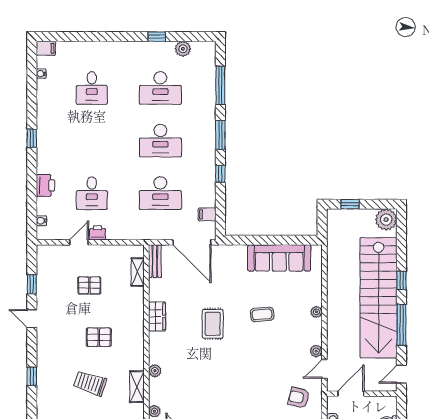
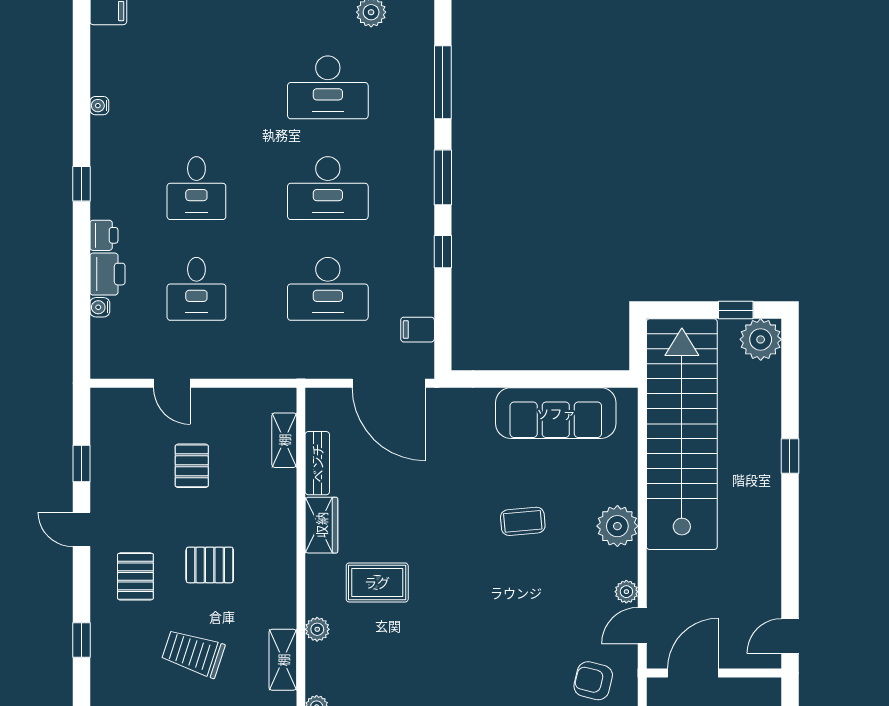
water cooler: (41, 74) -> (99, 106), moved
desk: (92, 88) -> (196, 188), moved
window: (350, 204) -> (736, 310), moved
water cooler: (41, 221) -> (100, 307), moved
printer: (98, 233) -> (104, 235), moved, turned 90
door: (79, 242) -> (172, 383), swing flipped
bench: (155, 261) -> (317, 463), moved
pallet: (89, 285) -> (192, 466), turned 90
stairs: (379, 298) -> (682, 434), moved, turned 180
plant: (316, 312) -> (617, 526), width x1.87, depth x1.87
rug: (213, 324) -> (377, 582), moved, turned 90
window: (401, 325) -> (790, 541), removed
pallet: (60, 343) -> (135, 576), added

